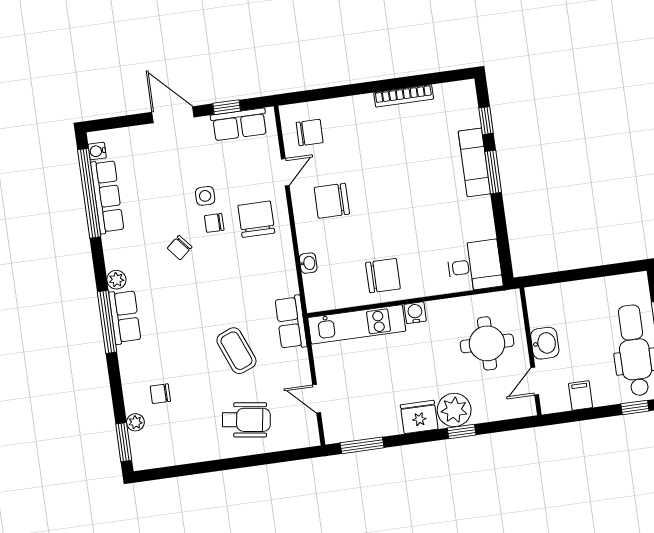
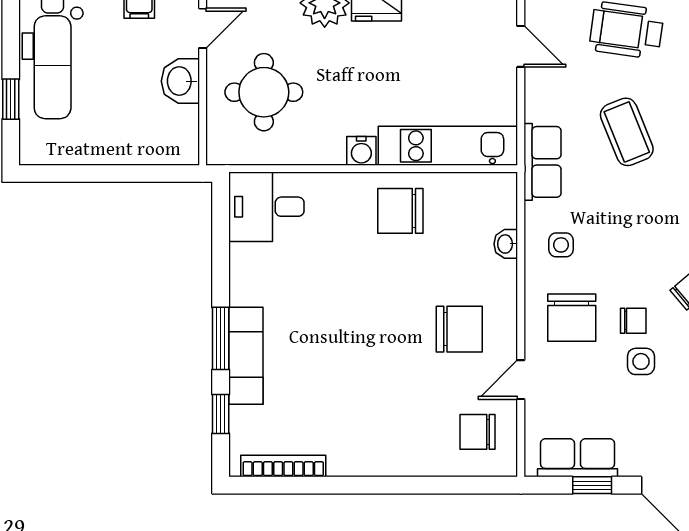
bookcase: (404, 96) -> (283, 466), moved
side table: (271, 268) -> (561, 245), added

